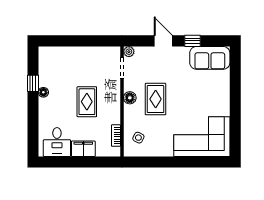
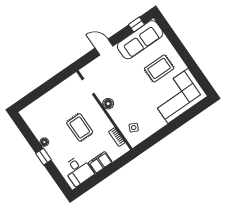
window: (192, 41) -> (136, 24), moved
plant: (129, 52) -> (85, 71), removed
sofa: (210, 58) -> (140, 40), width x1.36
window: (33, 83) -> (44, 157), moved
rug: (156, 99) -> (159, 68), moved, turned 90

